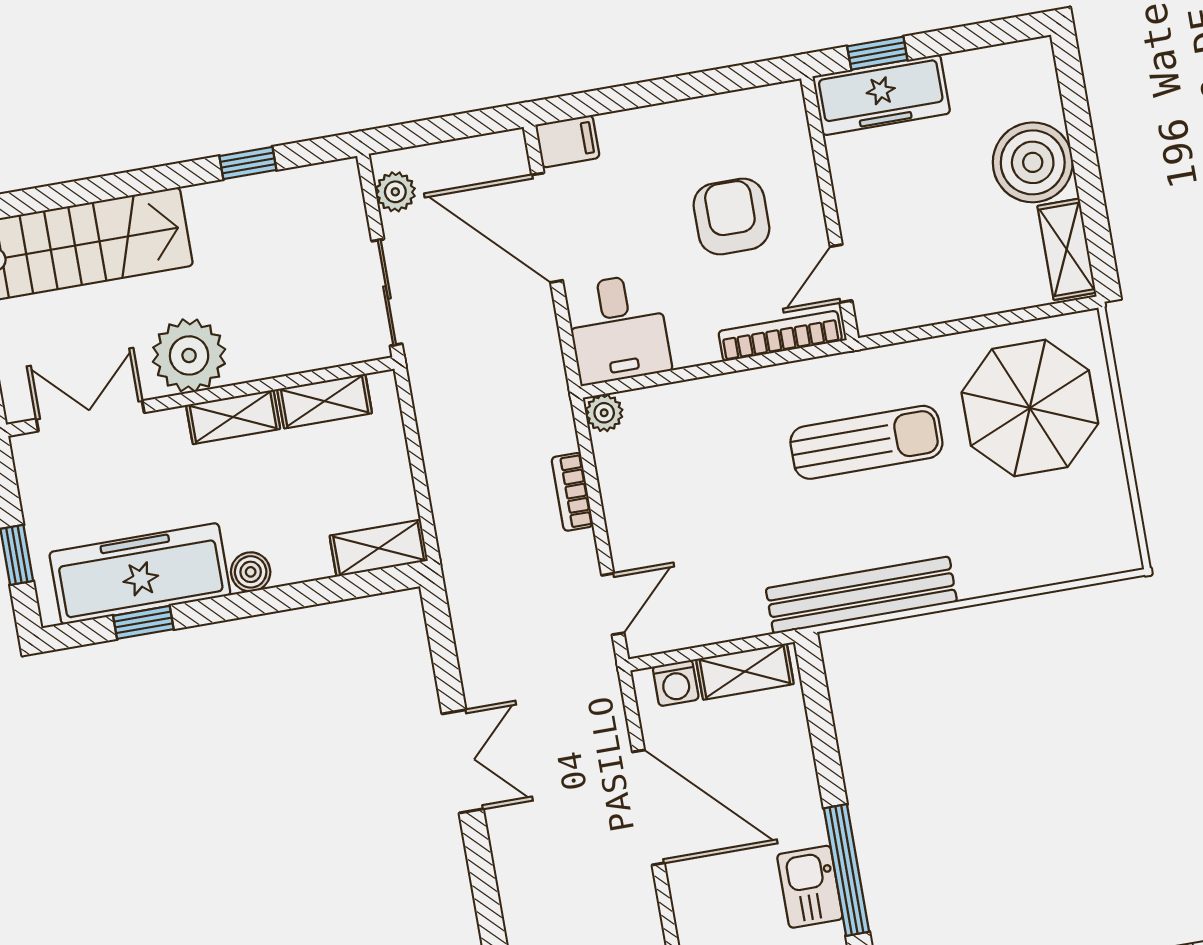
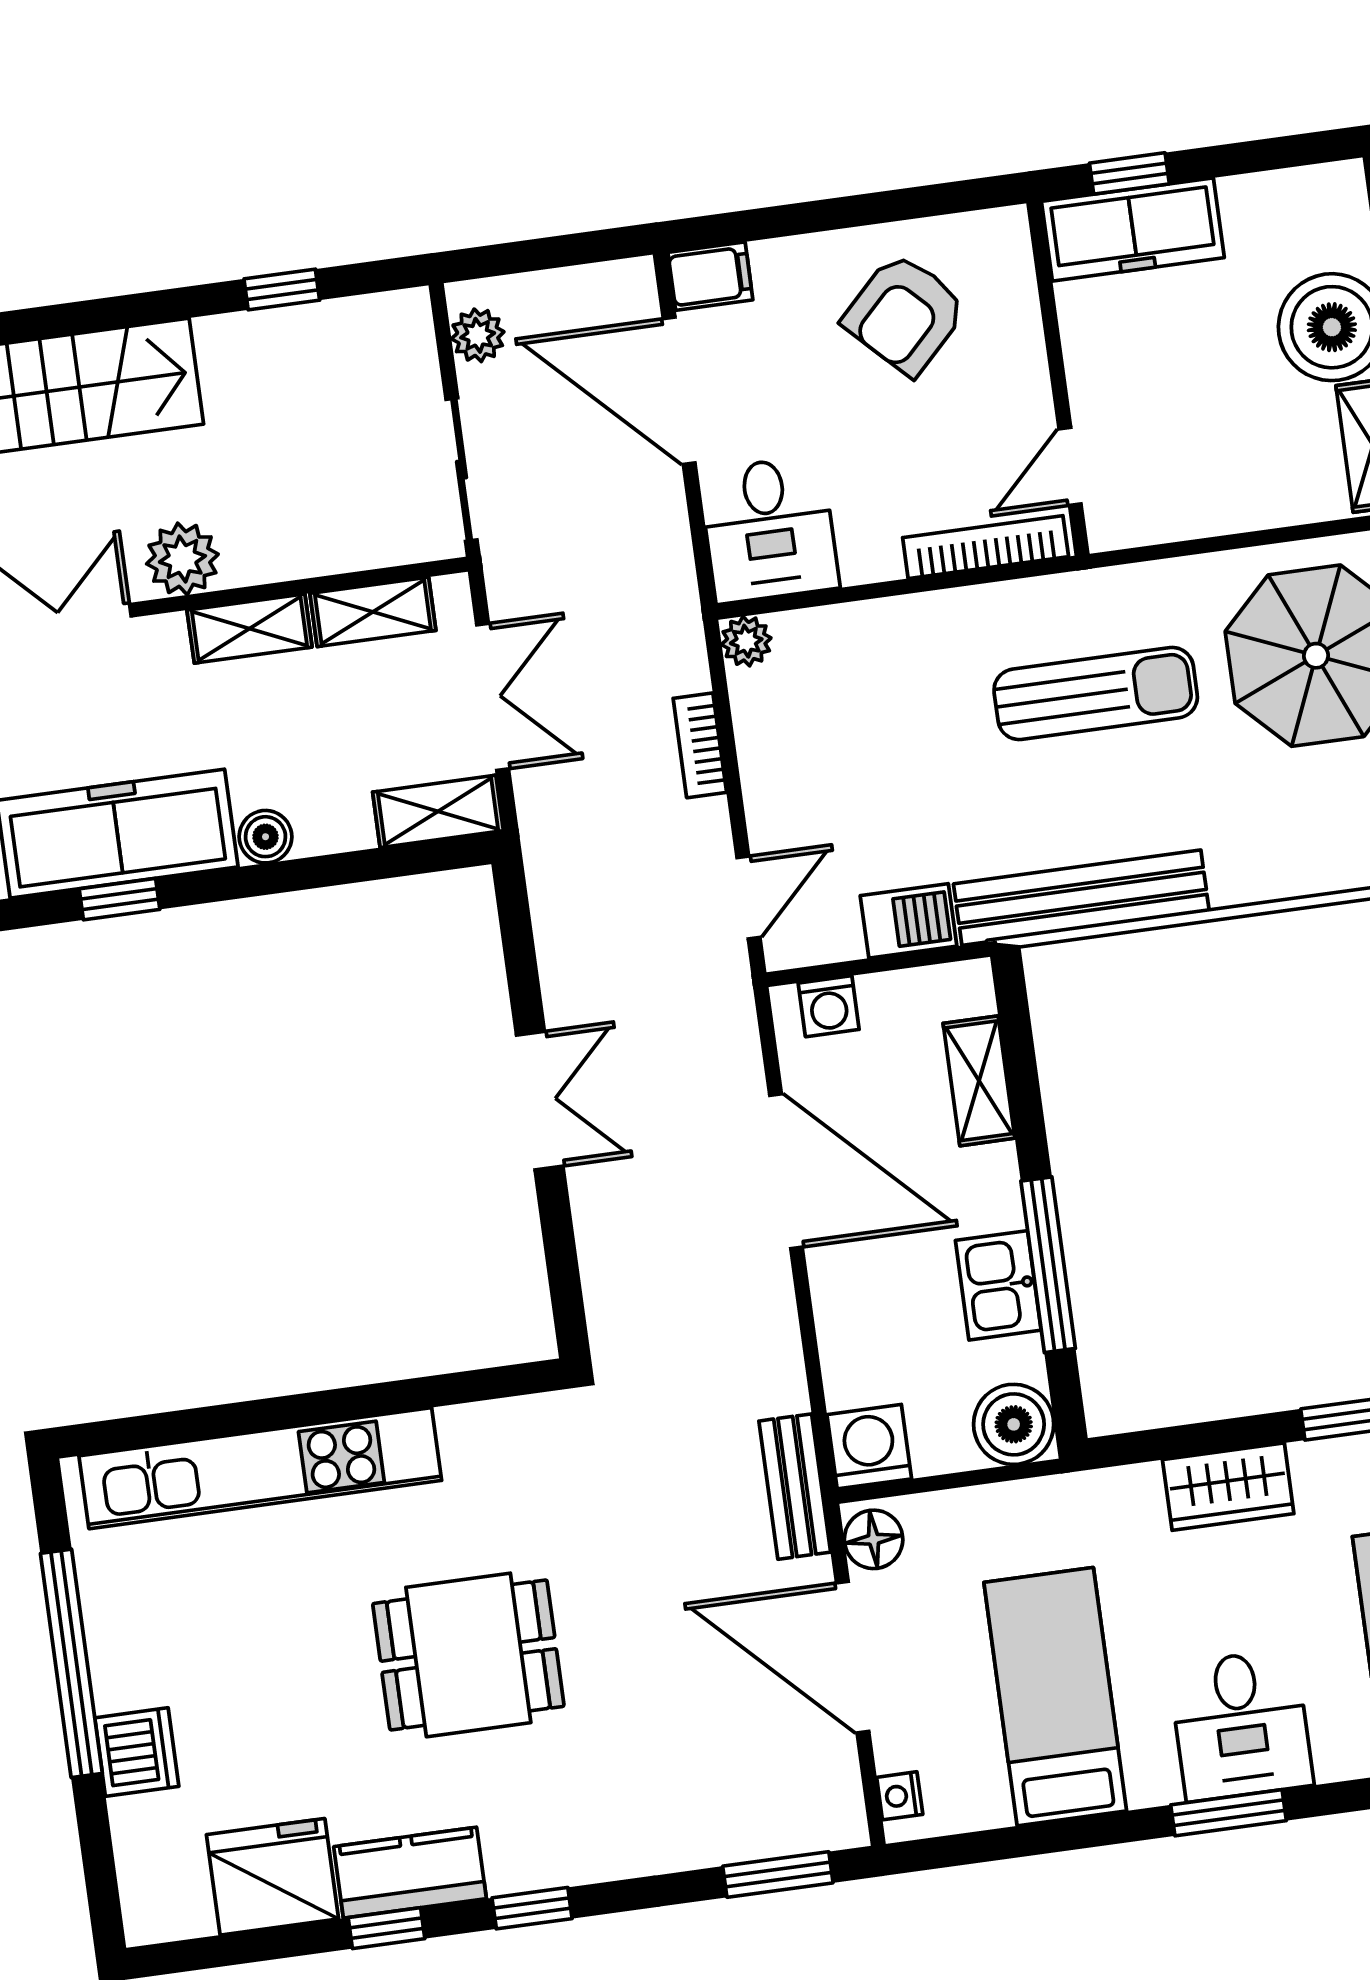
armchair: (731, 217) -> (905, 314), moved, turned -135
plant: (189, 355) -> (182, 559), width x0.73, depth x0.73
double door: (416, 461) -> (493, 697), added
barbecue: (733, 617) -> (909, 921), added
shelving: (745, 671) -> (979, 1081), moved, turned 90

